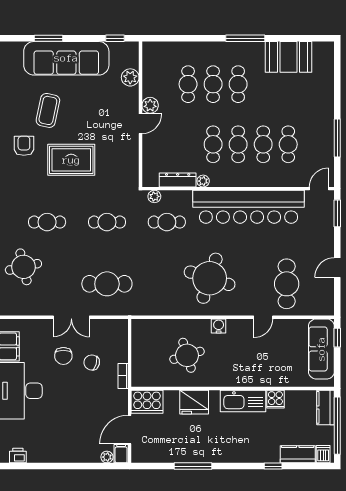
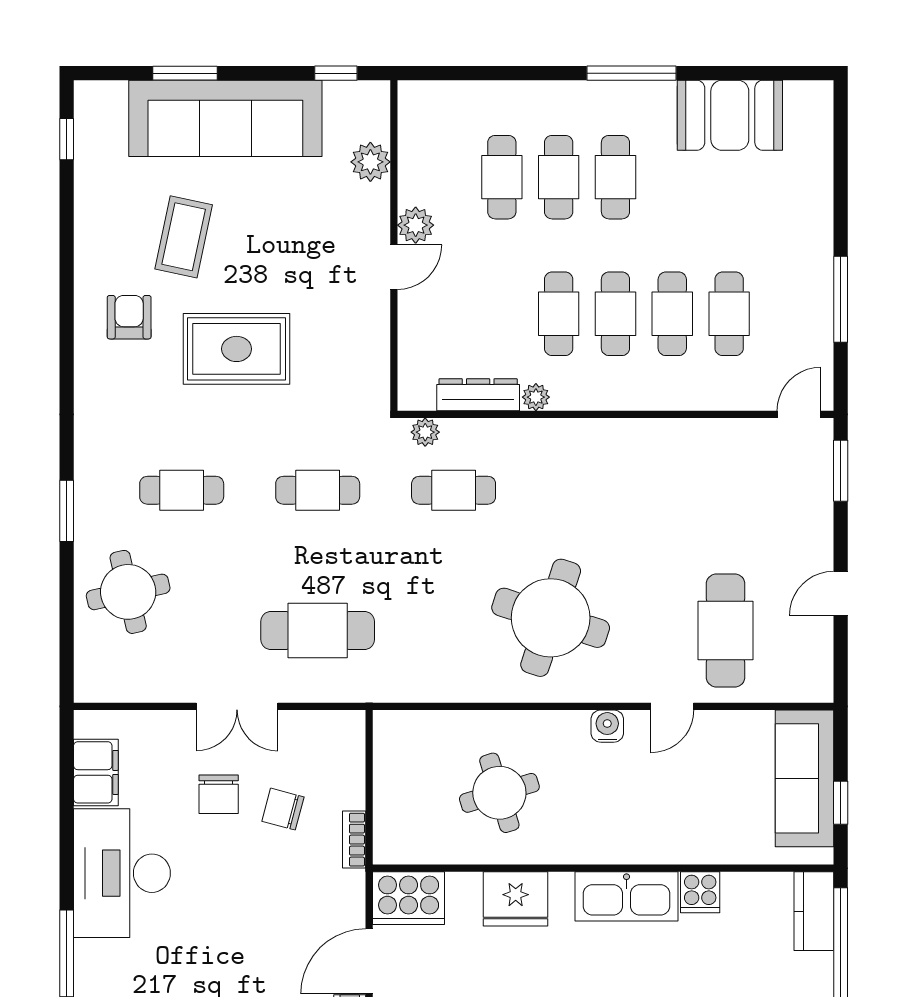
bar counter: (249, 207) -> (639, 456), removed
water cooler: (219, 326) -> (607, 726), moved
window: (337, 338) -> (841, 803), moved

